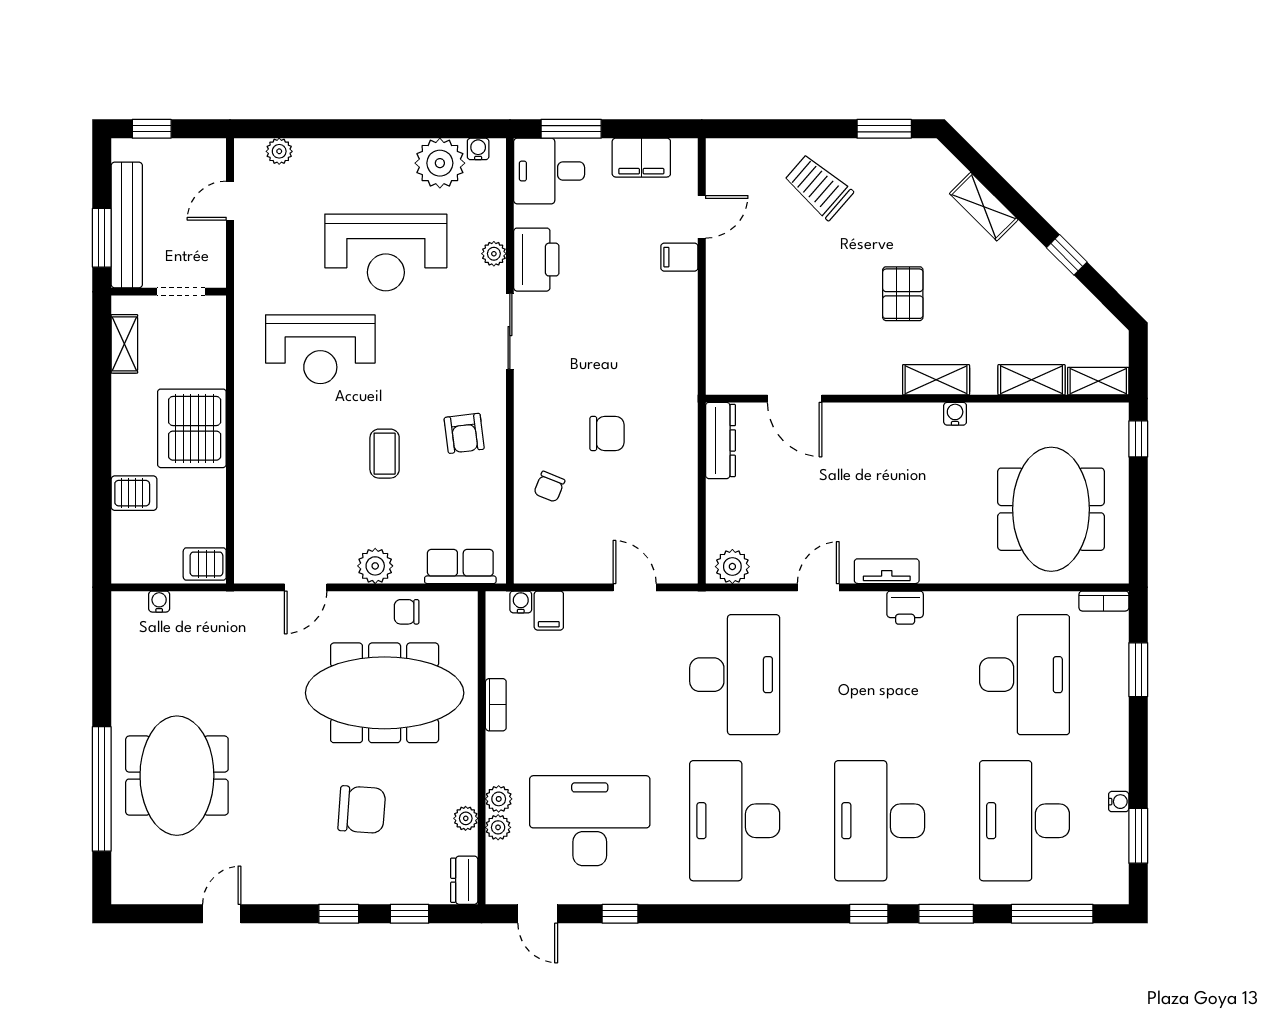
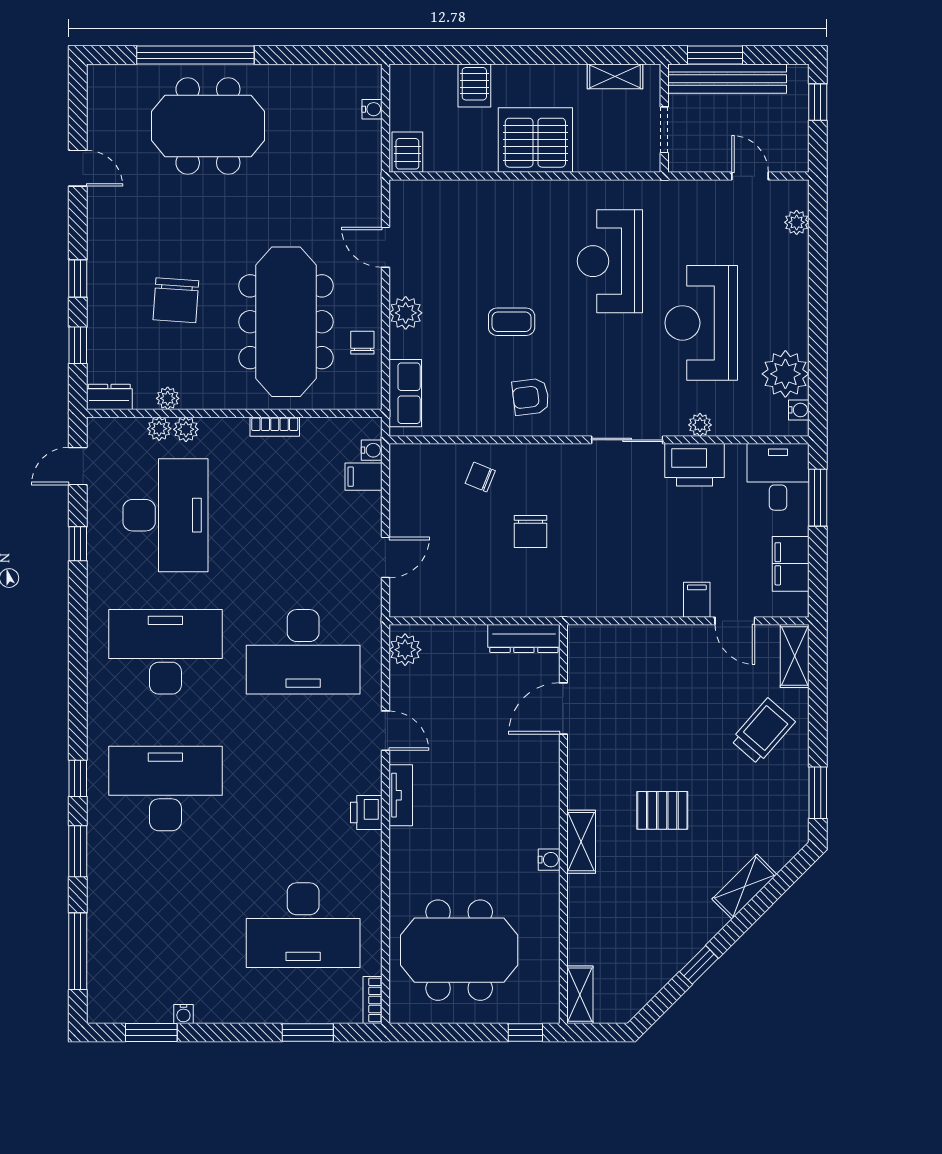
shelving: (1032, 380) -> (795, 656), moved
desk: (1025, 821) -> (165, 925), removed

